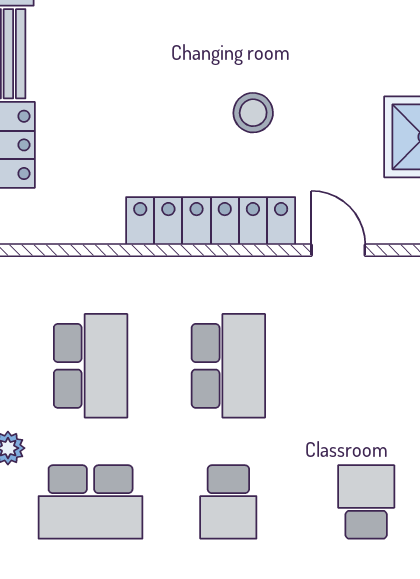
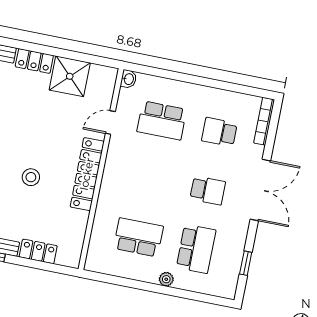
stool: (253, 113) -> (31, 177), moved
school desk: (228, 366) -> (162, 121), moved, turned 180

